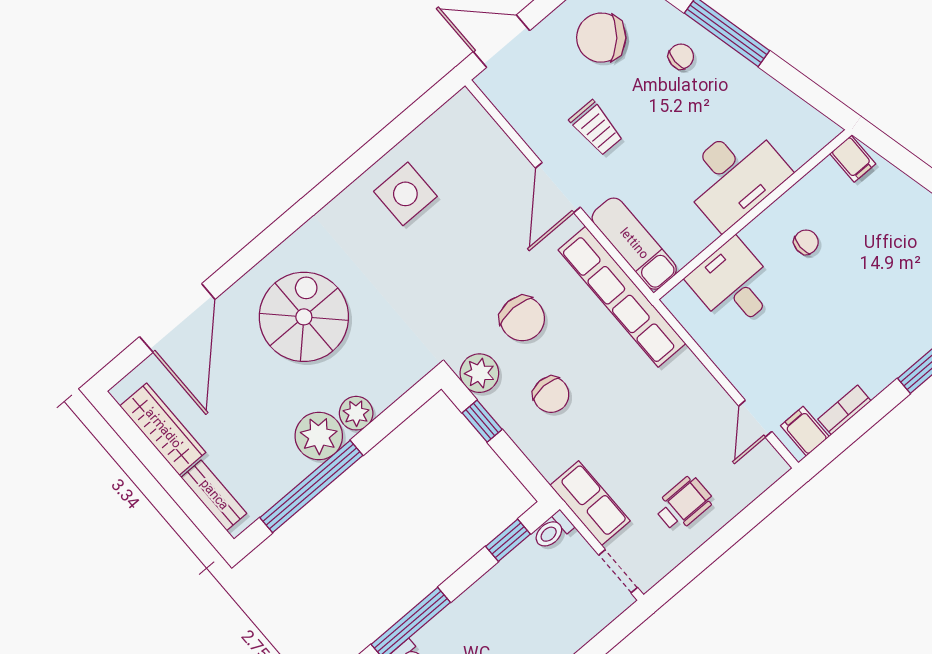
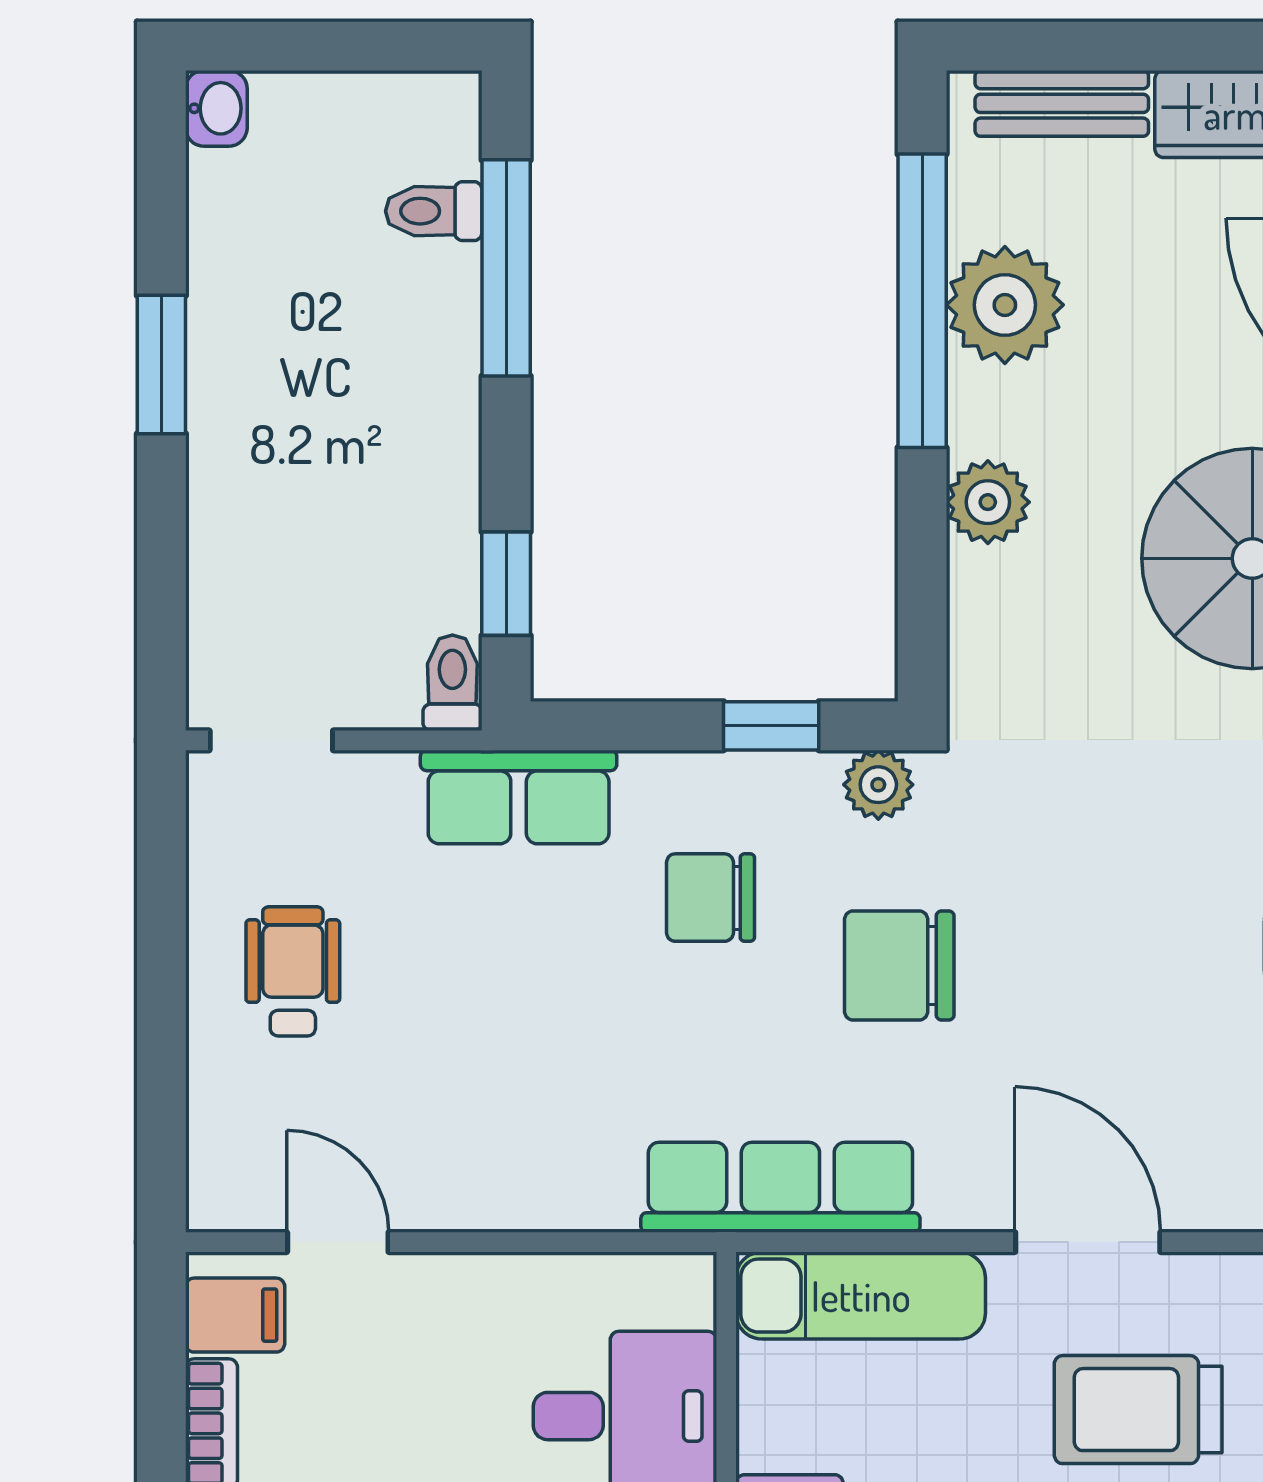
trolley: (596, 128) -> (1138, 1410), width x1.36, depth x1.39
row of seats: (622, 297) -> (780, 1187), width x0.73
plant: (479, 373) -> (878, 785), width x0.73, depth x0.73
plant: (319, 436) -> (1005, 305), moved
row of seats: (590, 503) -> (519, 797), moved
wheelchair: (684, 504) -> (293, 971), turned 180

